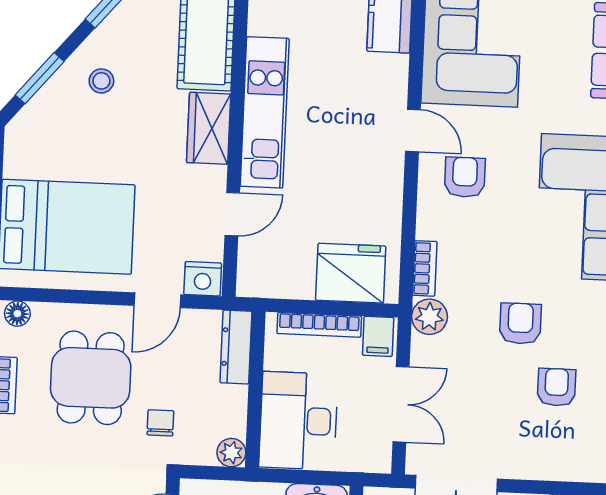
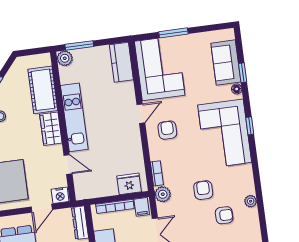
door: (413, 130) -> (141, 114), hinge flipped
door: (232, 214) -> (68, 165), hinge flipped
fridge: (351, 273) -> (129, 184), width x0.73, depth x0.75
armchair: (557, 387) -> (224, 215), turned 90

